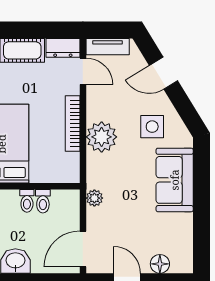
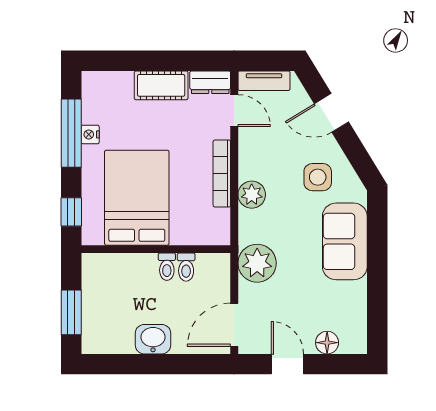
plant: (102, 137) -> (252, 195), width x0.73, depth x0.73
plant: (94, 198) -> (257, 263), width x1.87, depth x1.87

